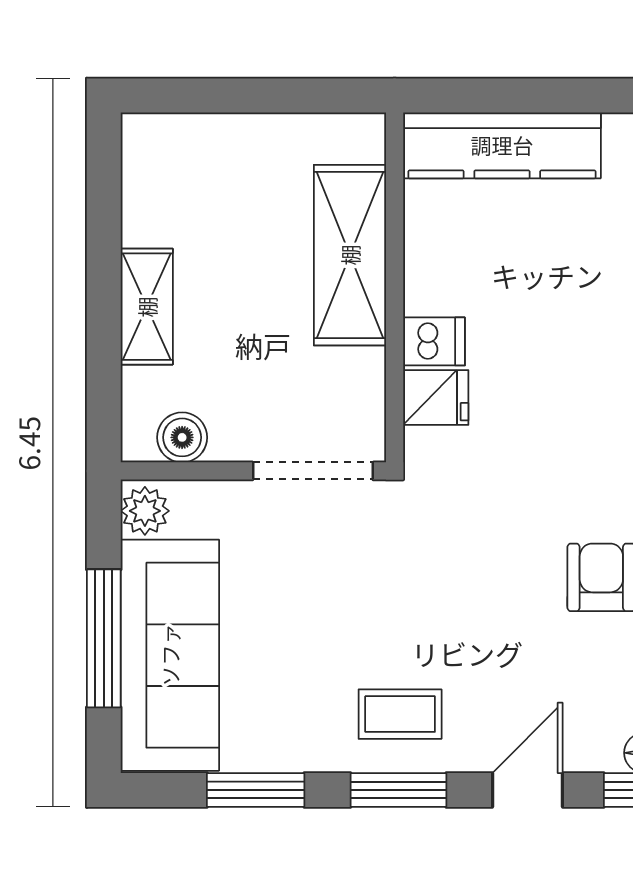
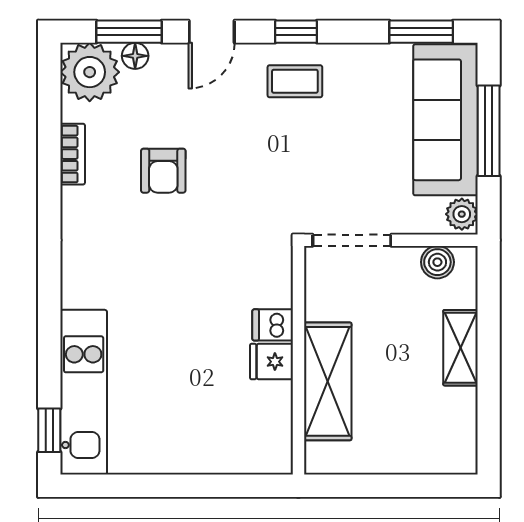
kitchen counter: (502, 145) -> (228, 453), removed
fridge: (436, 397) -> (272, 362), moved
window: (256, 790) -> (421, 32), moved
window: (398, 790) -> (296, 32), width x0.67

